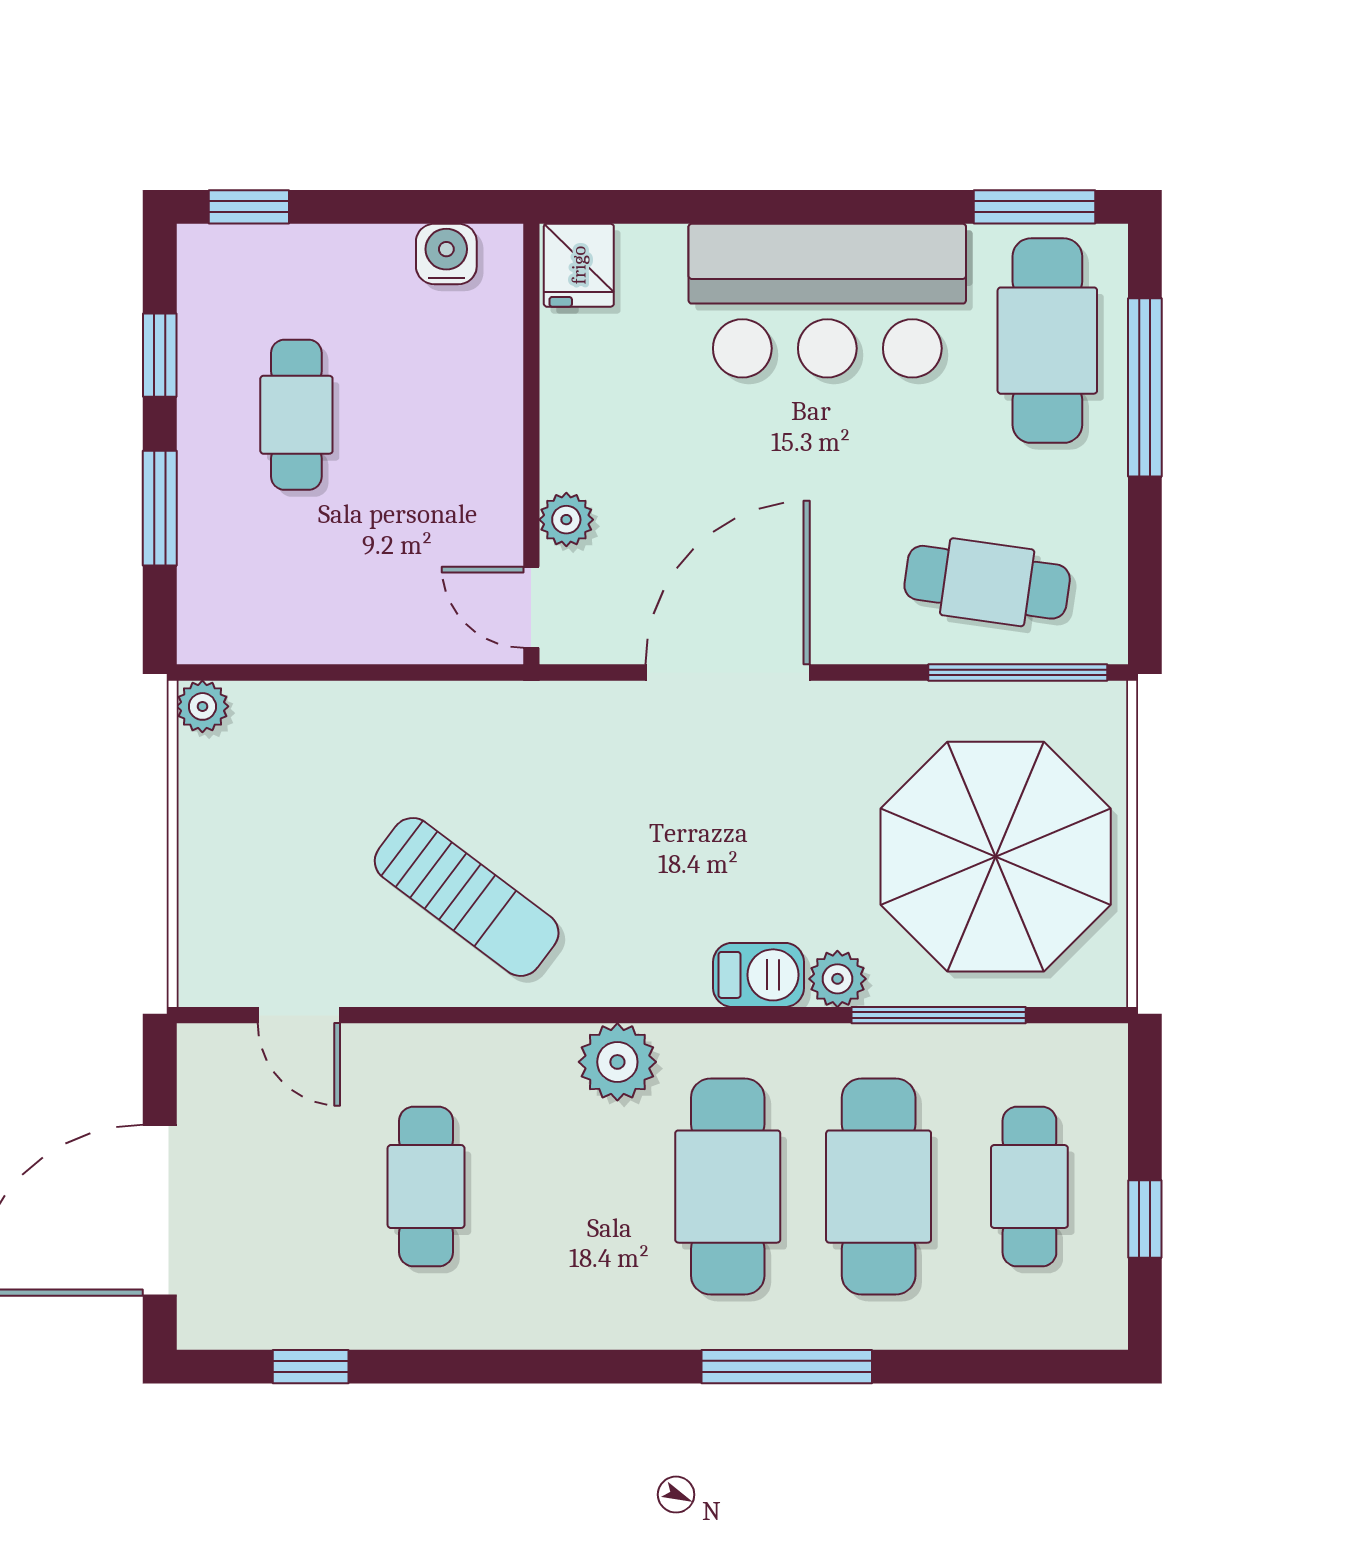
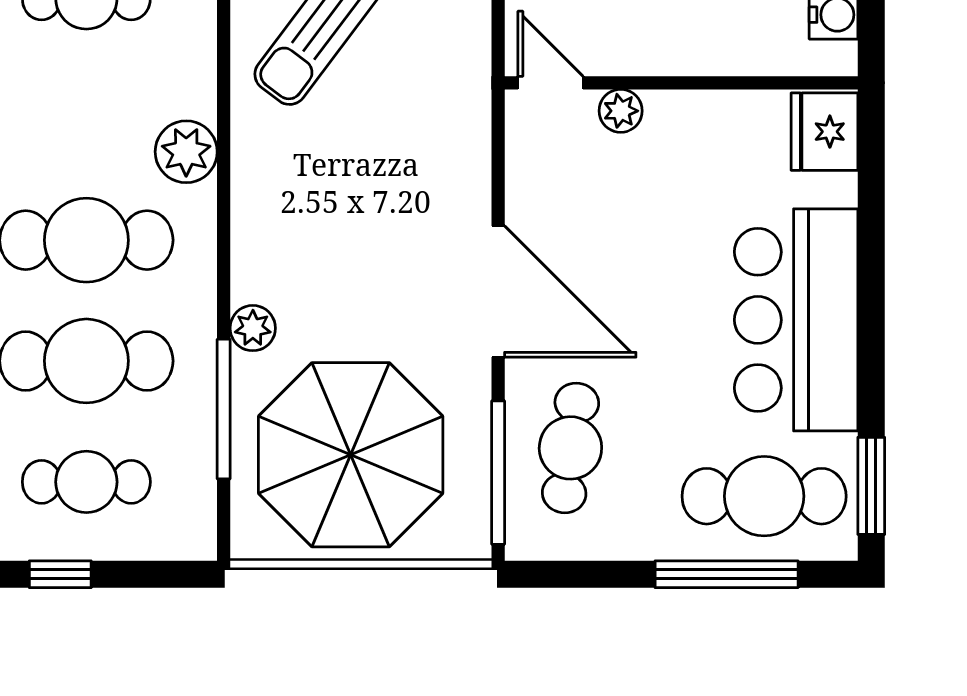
fridge: (579, 265) -> (824, 132), width x1.38
door: (531, 607) -> (551, 83), hinge flipped
door: (728, 672) -> (498, 292), moved
barbecue: (759, 975) -> (256, 265), removed

